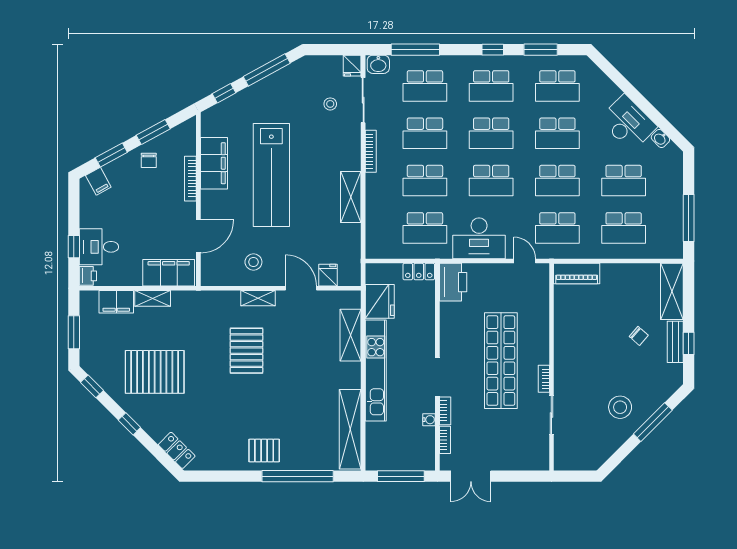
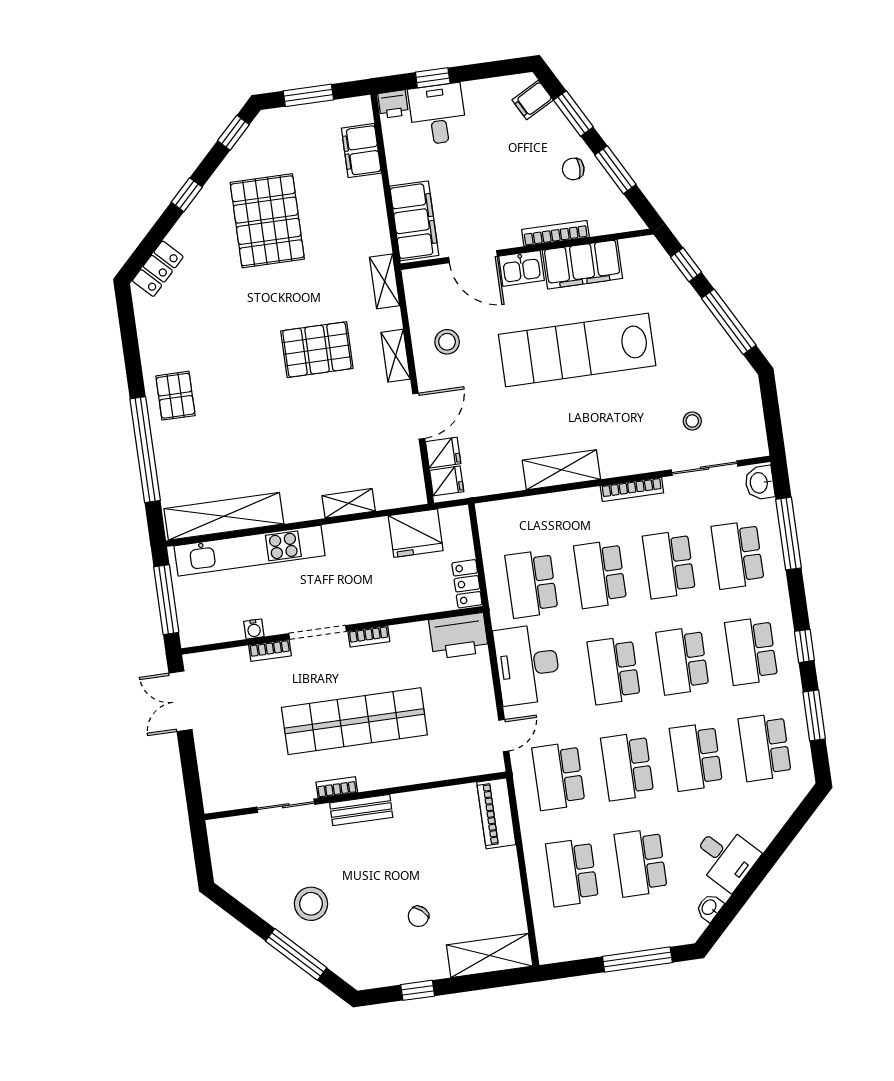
fridge: (352, 66) -> (447, 481), moved, turned 180
desk: (628, 123) -> (725, 857), width x0.73
kitchen sink: (211, 205) -> (521, 268), added
window: (689, 218) -> (637, 959), moved
shelving: (153, 298) -> (385, 281), moved
shelving: (351, 335) -> (349, 503), width x0.67, depth x0.75
bench: (675, 342) -> (361, 810), moved
kitchen unit: (376, 370) -> (250, 551), moved
bookcase: (445, 440) -> (369, 636), moved

